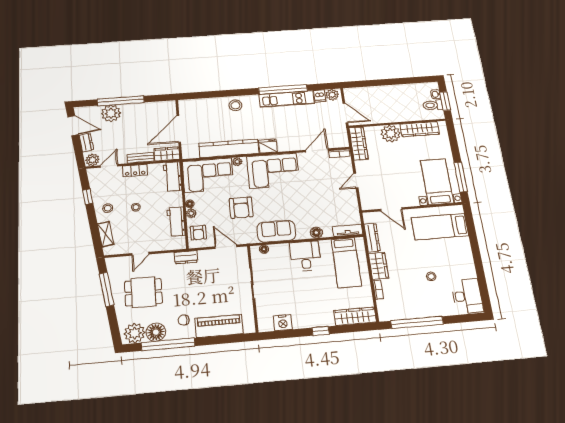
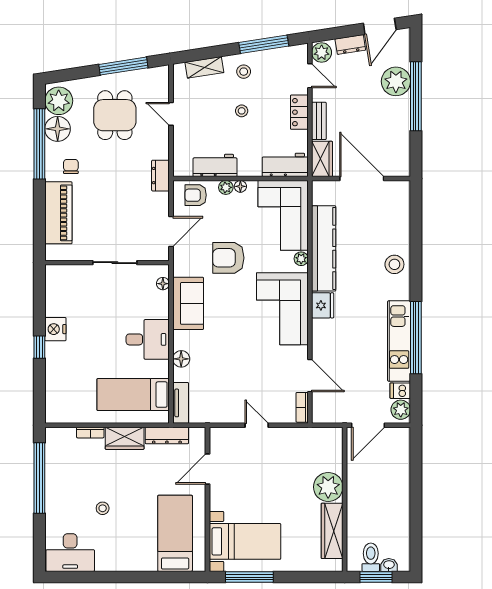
wardrobe: (359, 143) -> (316, 438), removed
window: (88, 197) -> (264, 44), width x2.17
wardrobe: (355, 316) -> (56, 396), removed
nightstand: (283, 323) -> (55, 329), moved

